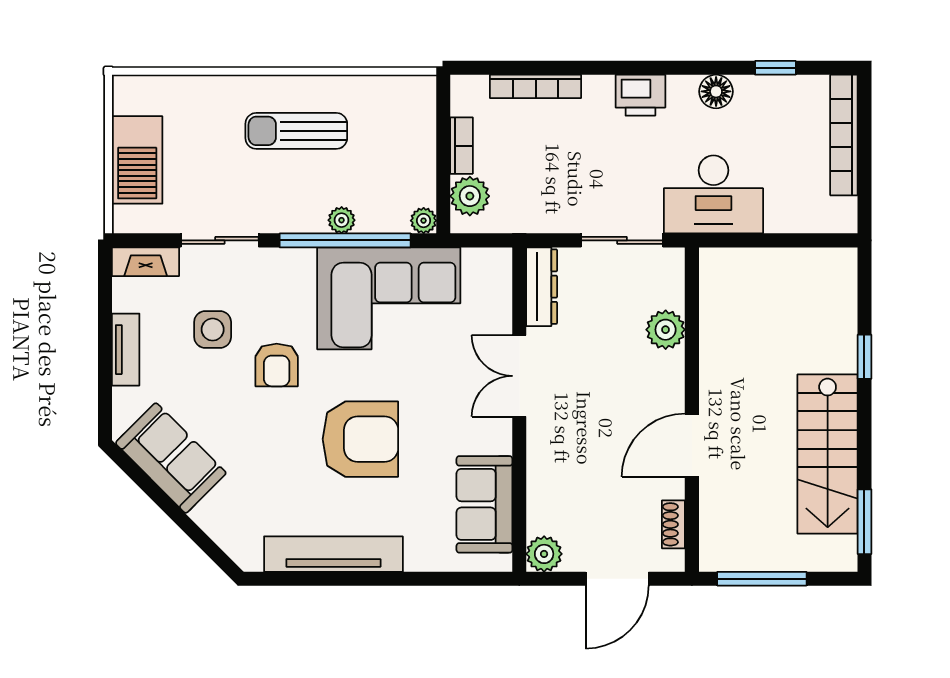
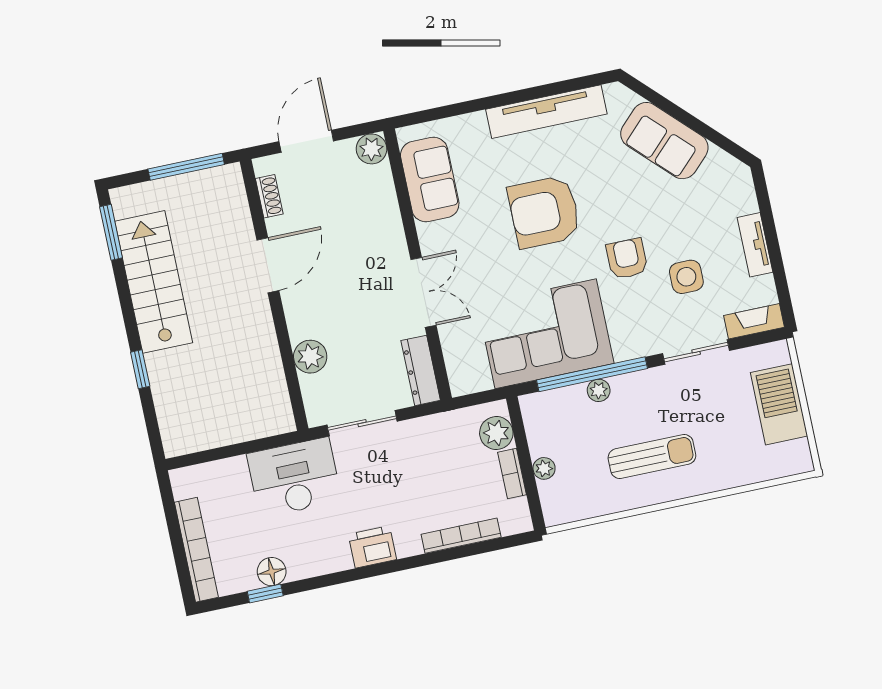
floor lamp: (716, 91) -> (272, 572), moved
plant: (424, 221) -> (544, 468), moved
sofa: (171, 458) -> (664, 141), moved

